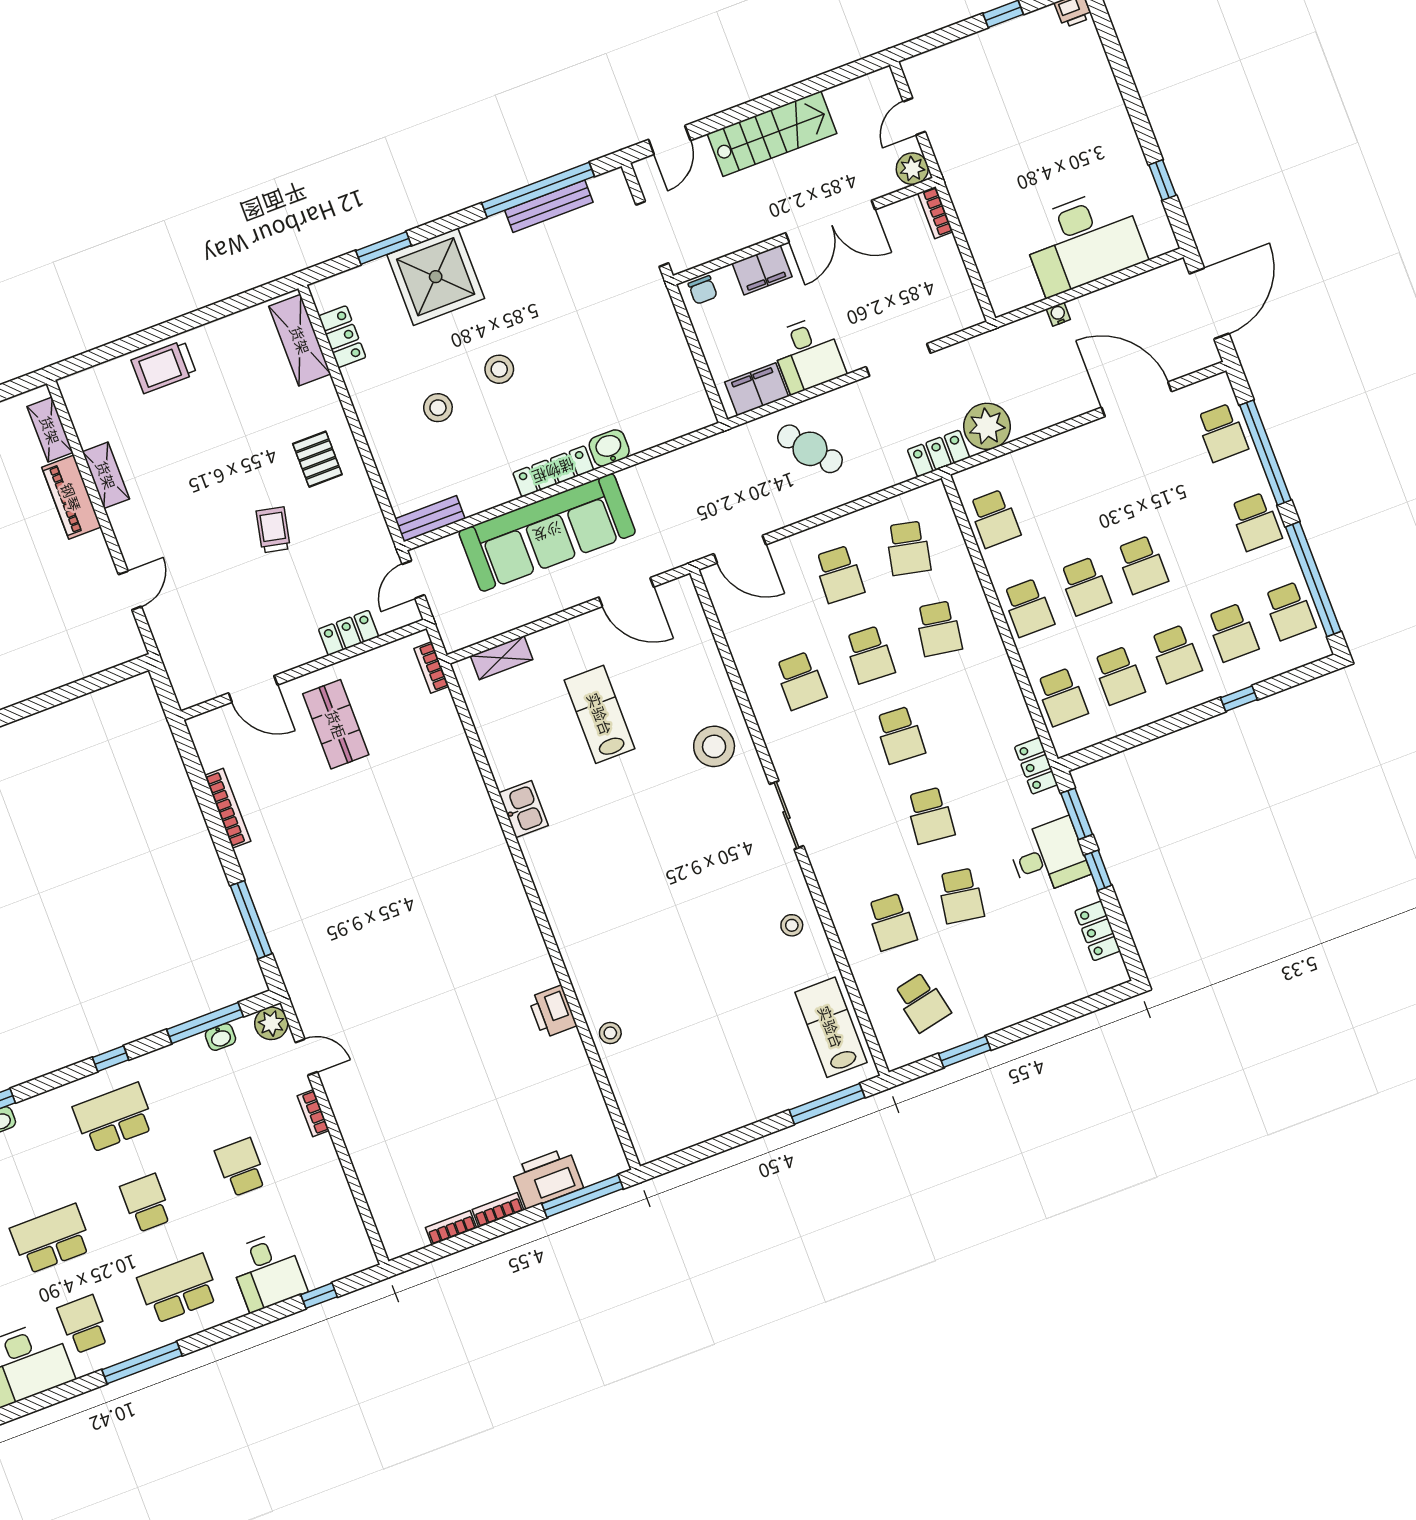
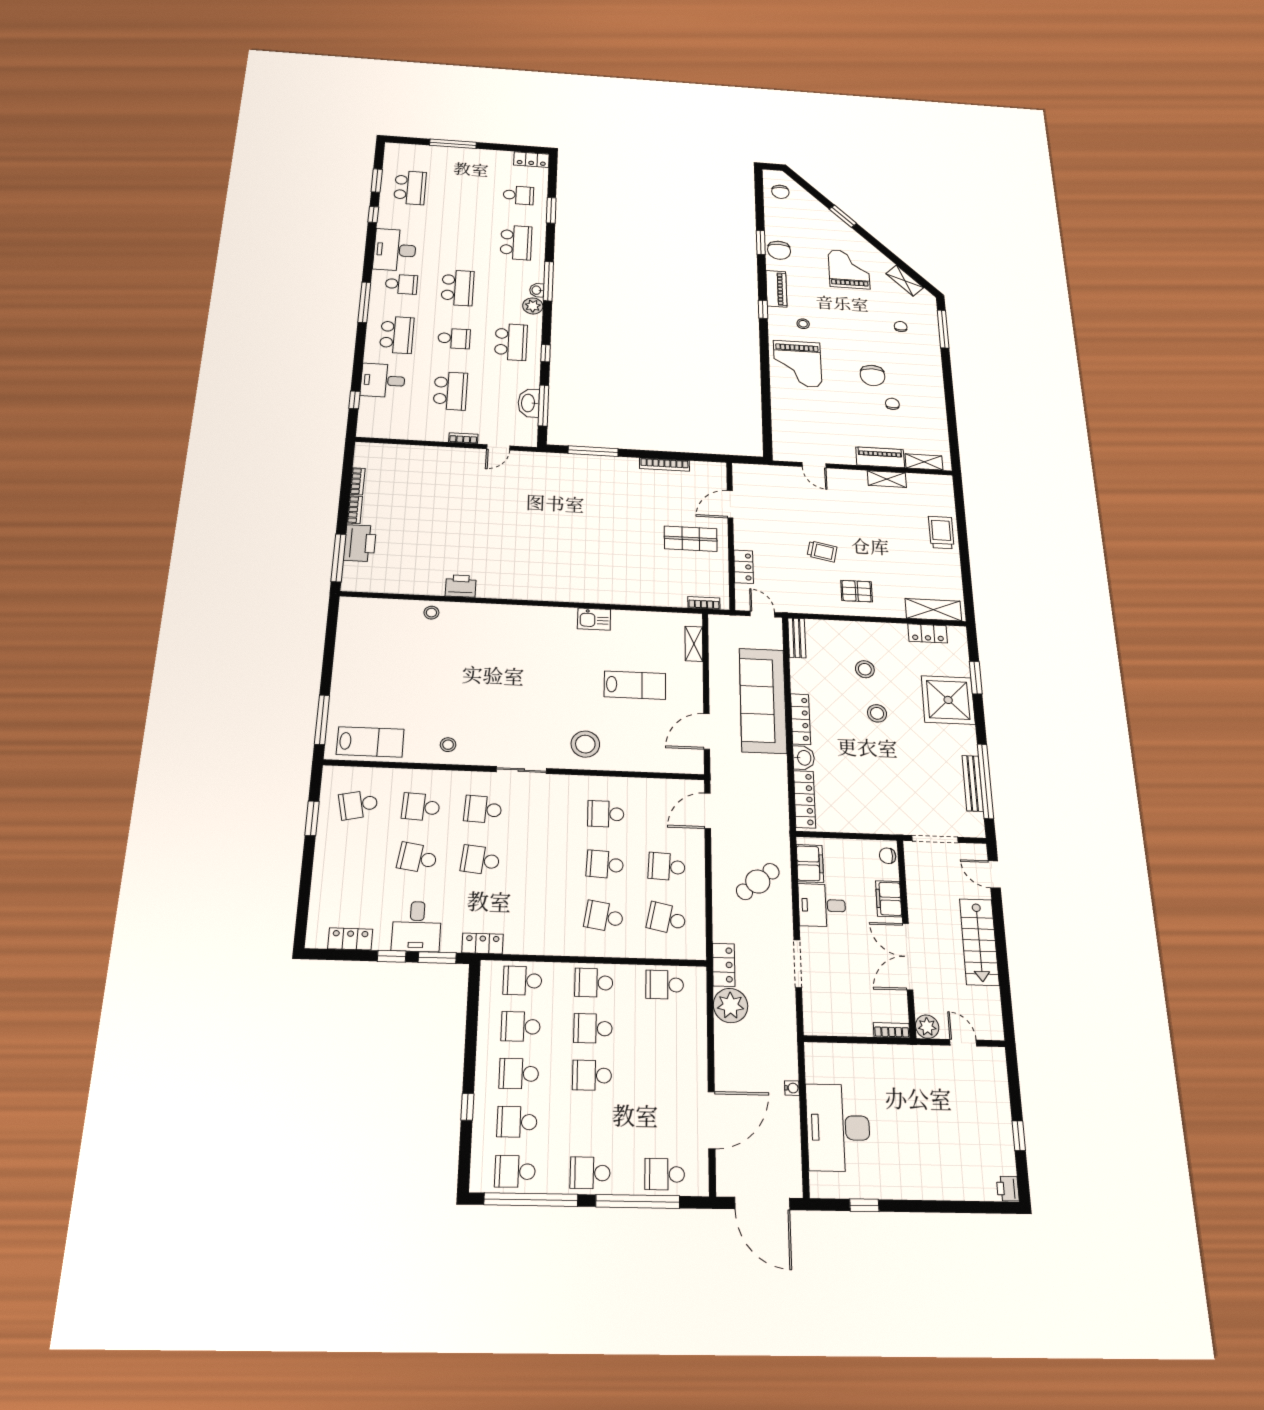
locker: (669, 426) -> (805, 799), added
school desk: (900, 735) -> (483, 809), moved
plant: (271, 1023) -> (533, 306), moved
washbasin: (220, 1037) -> (529, 403), width x1.91, depth x1.45
school desk: (241, 1167) -> (450, 391), width x1.85

